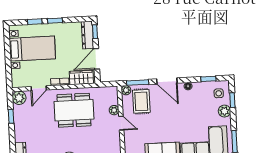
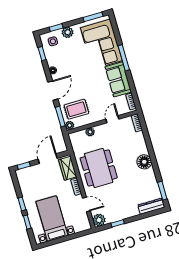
dresser: (87, 35) -> (28, 172), removed
door: (96, 59) -> (48, 159), swing flipped
door: (121, 123) -> (112, 119), moved

